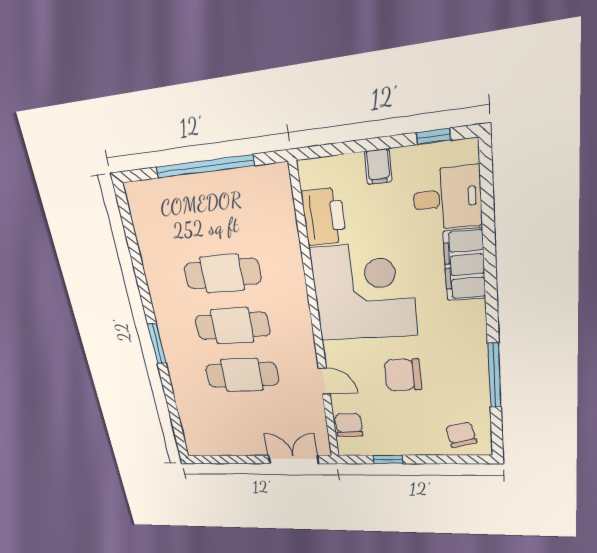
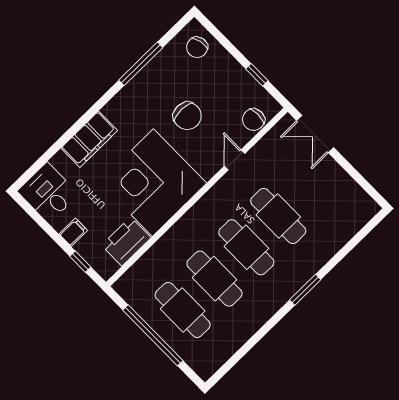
window: (434, 136) -> (80, 262), moved
desk: (447, 198) -> (48, 193), moved
cafe table: (211, 218) -> (183, 310), added

